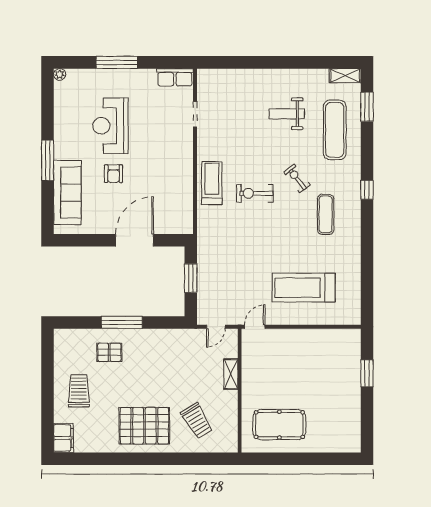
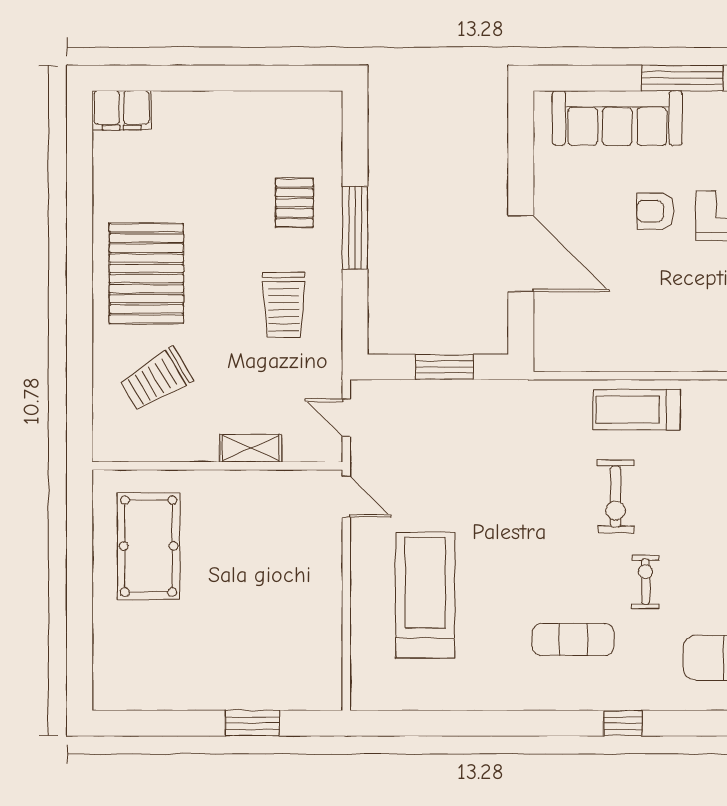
exercise bike: (297, 179) -> (646, 582), turned -52
treadmill: (212, 183) -> (636, 410), turned 180
exercise bike: (255, 193) -> (616, 497), turned 180
trolley: (79, 391) -> (284, 305), moved, turned 90

